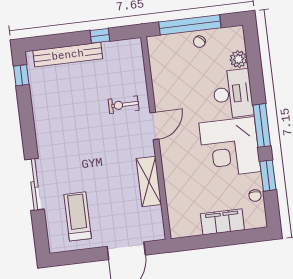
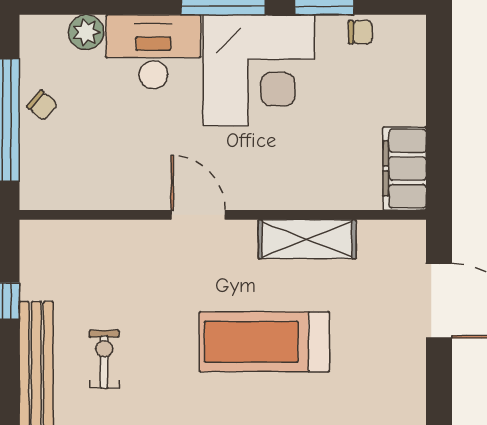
exercise bike: (124, 105) -> (104, 359), moved, turned 180
treadmill: (78, 216) -> (264, 342), moved, width x1.37, depth x1.38
filing cabinet: (222, 222) -> (405, 168), moved

